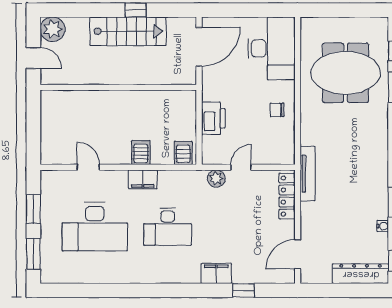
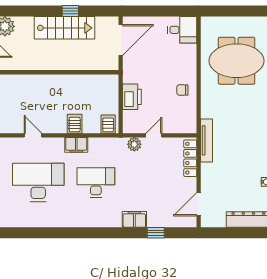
desk: (271, 48) -> (182, 30), width x0.53, depth x0.77
desk: (95, 227) -> (38, 182), turned 180
desk: (168, 227) -> (96, 182), turned 180

